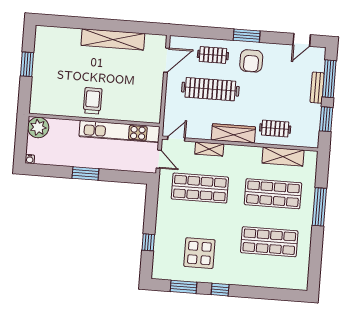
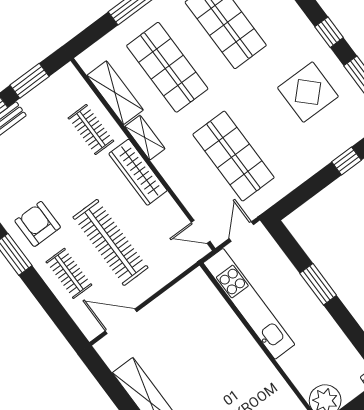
armchair: (251, 61) -> (38, 224), turned -90
trolley: (93, 101) -> (241, 365), removed
shelving: (209, 149) -> (145, 138), moved
window: (85, 173) -> (318, 284), moved

